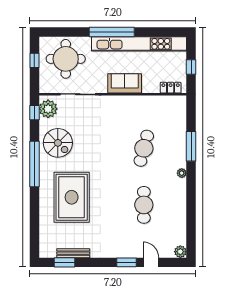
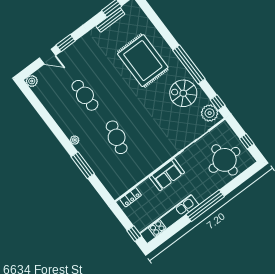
kitchen unit: (139, 44) -> (169, 219), width x0.73
window: (191, 67) -> (134, 234), moved

